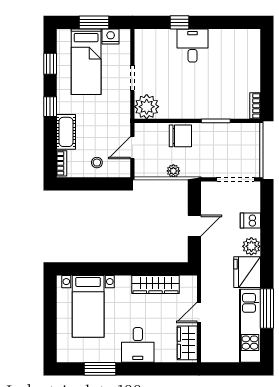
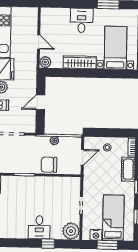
plant: (147, 107) -> (71, 231), moved
plant: (189, 284) -> (45, 62), added
wardrobe: (156, 285) -> (80, 62), moved
door: (199, 312) -> (39, 42), hinge flipped
wardrobe: (187, 343) -> (47, 21), removed

